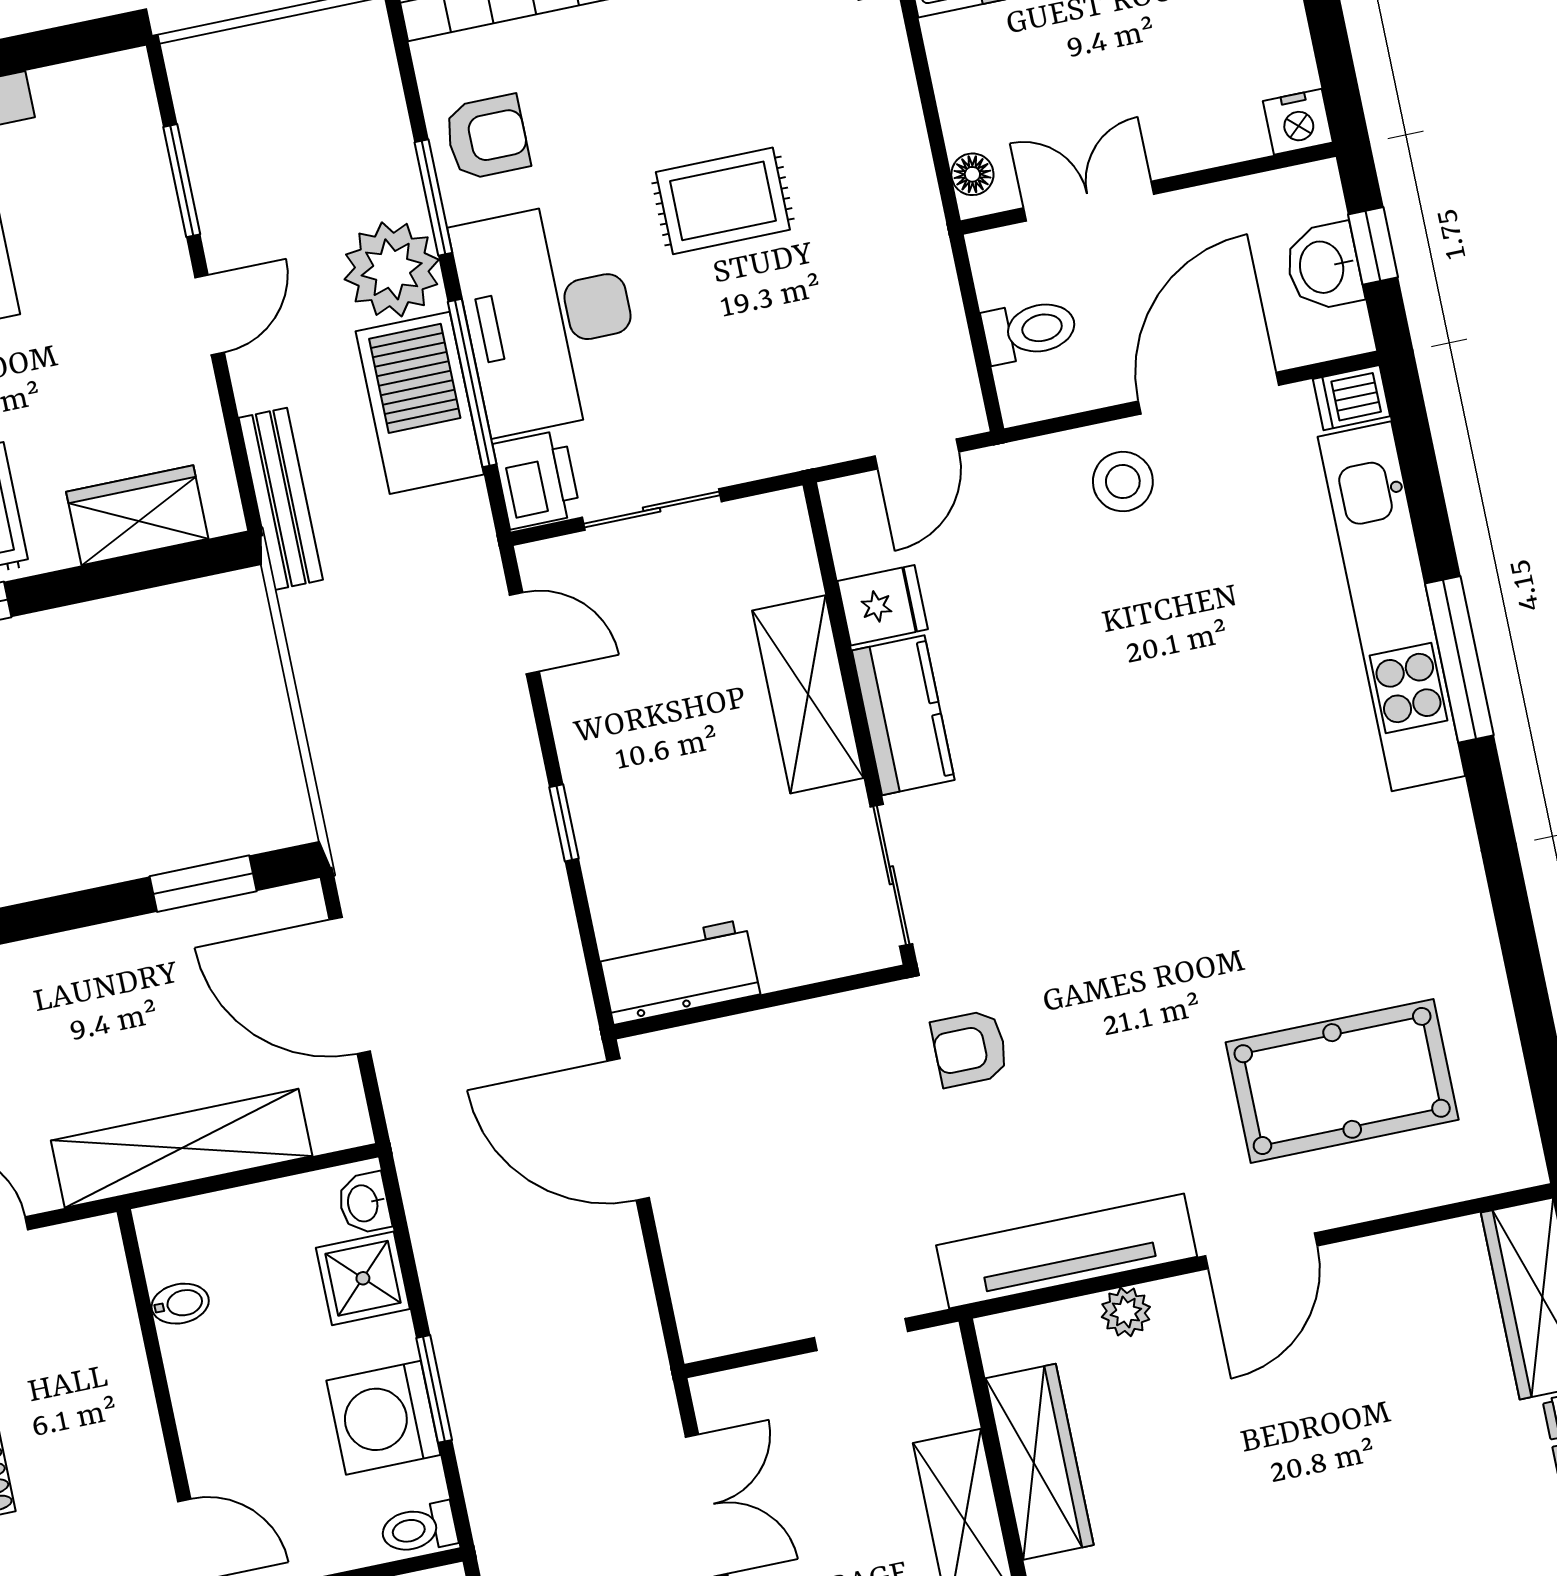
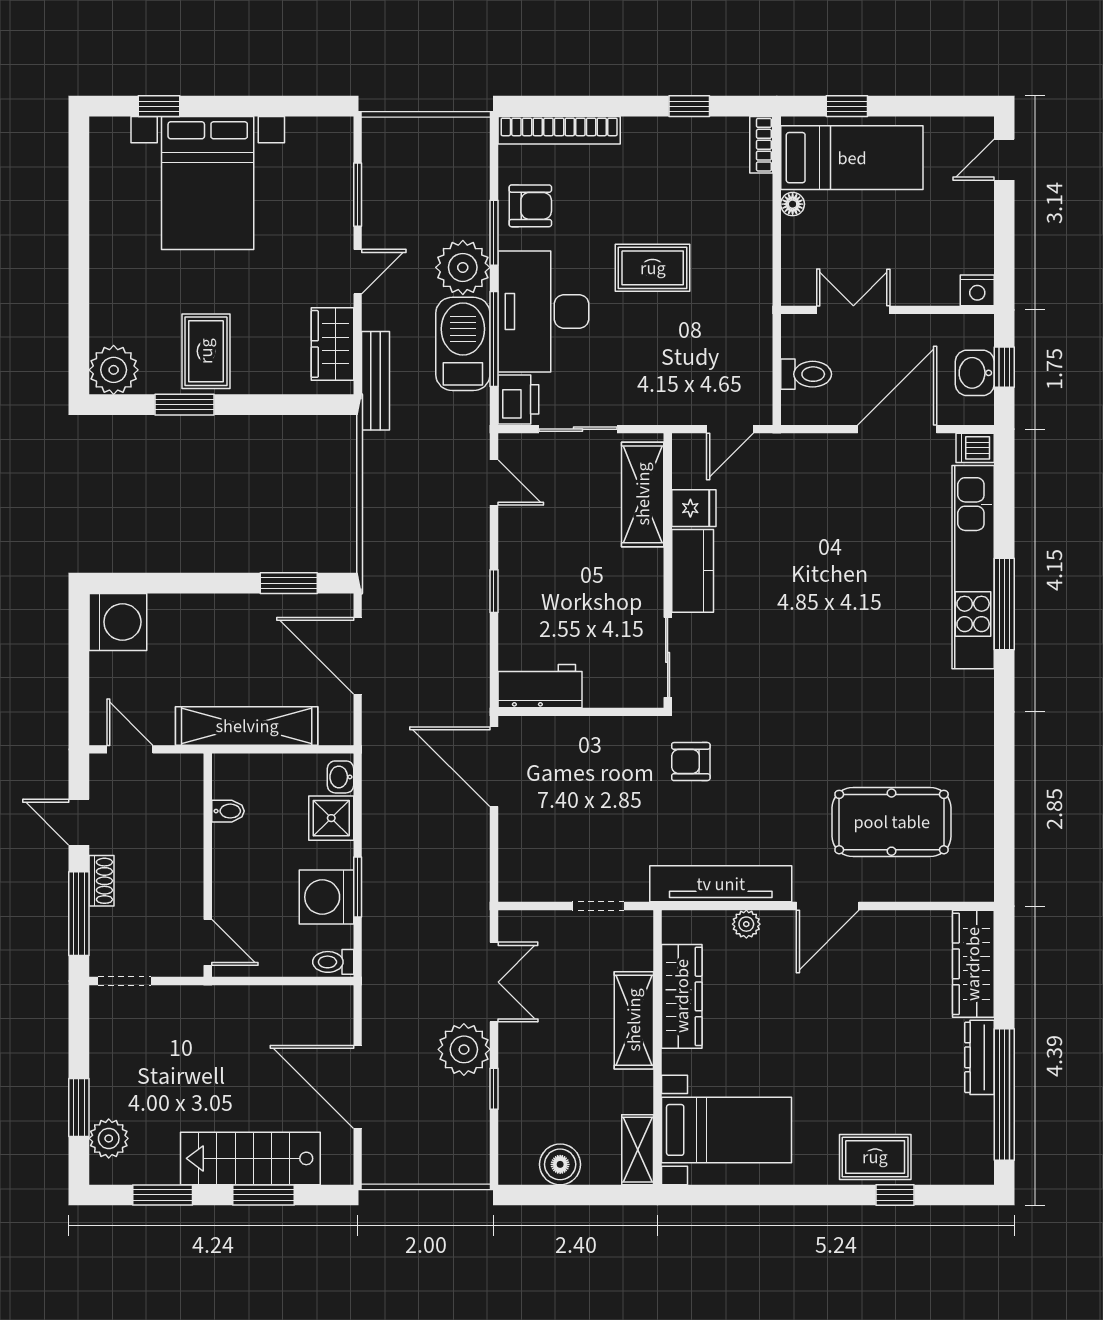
floor lamp: (972, 174) -> (793, 204), moved
stool: (1123, 482) -> (840, 468), removed
wardrobe: (137, 515) -> (332, 344), moved, turned -90
shelving: (808, 694) -> (643, 494), moved

